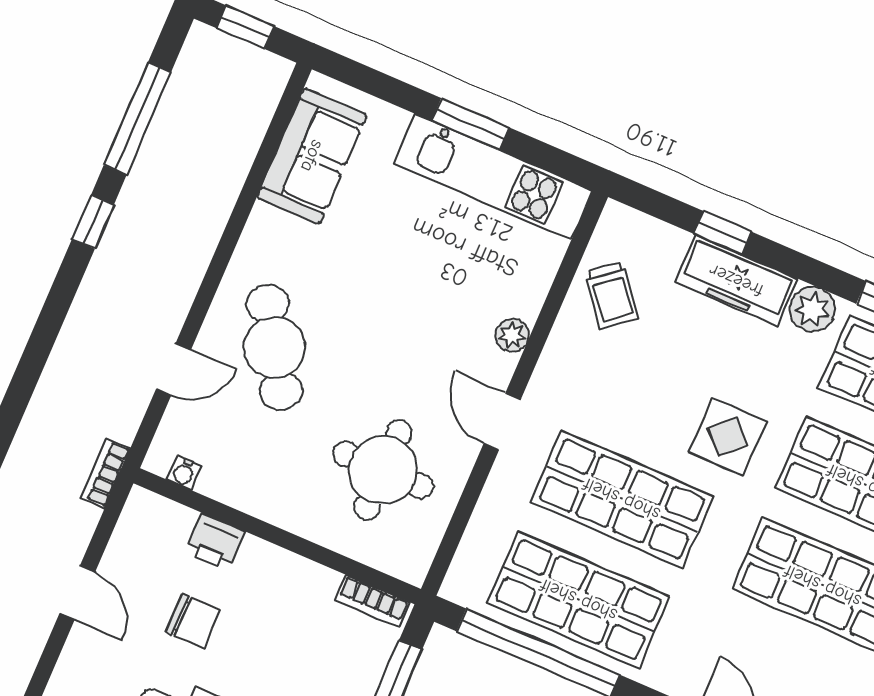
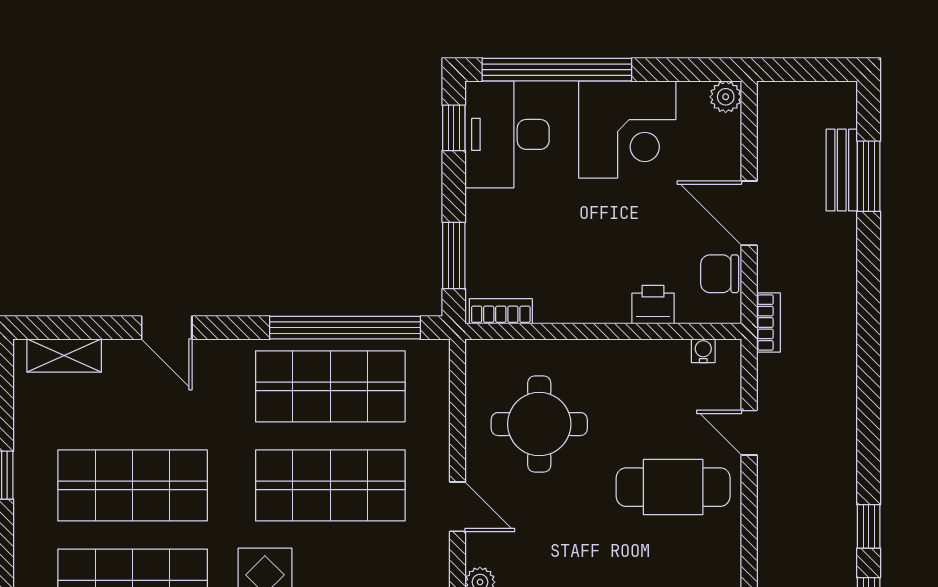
cafe table: (274, 347) -> (673, 487), turned -58
door: (173, 369) -> (749, 433), hinge flipped
door: (77, 592) -> (749, 213), width x1.38
chair: (193, 621) -> (720, 274), moved

